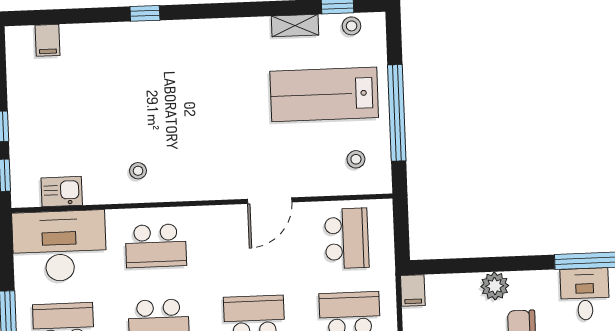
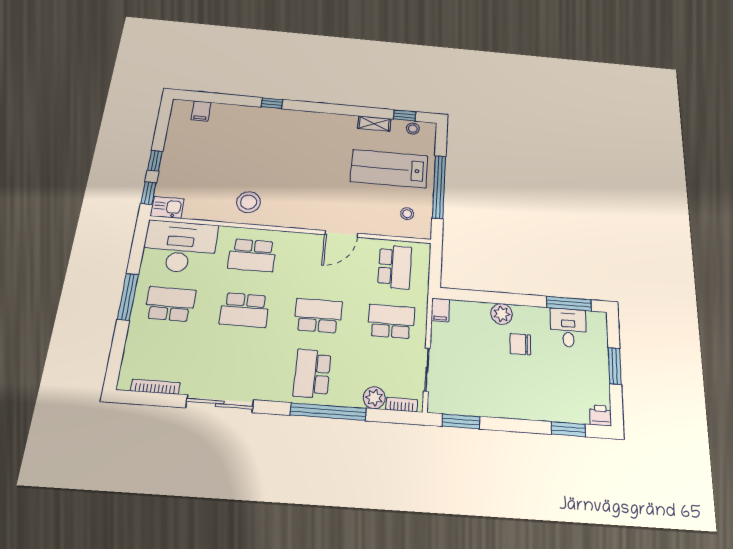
stool: (138, 171) -> (249, 202), width x1.89, depth x1.89
kitchen sink: (62, 192) -> (168, 207), moved

